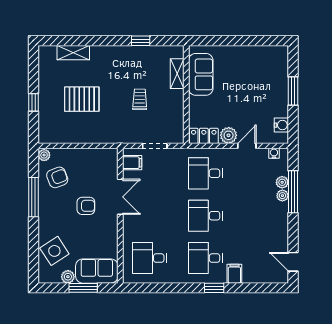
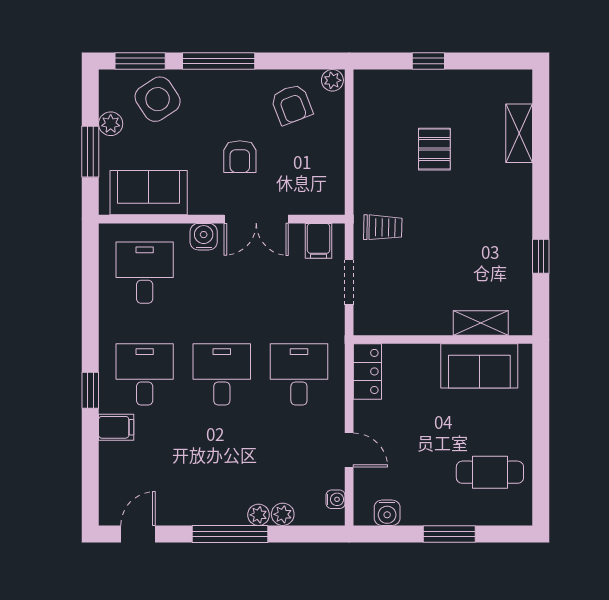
cafe table: (259, 69) -> (490, 472), added
pallet: (82, 99) -> (434, 149), width x0.67, depth x0.71
trolley: (140, 99) -> (383, 227), moved
plant: (229, 135) -> (368, 417), removed
window: (293, 192) -> (230, 534), moved
window: (33, 197) -> (219, 61), moved
water cooler: (130, 226) -> (204, 237), added
window: (33, 260) -> (140, 61), added
sofa: (97, 271) -> (149, 193), moved, turned -90

